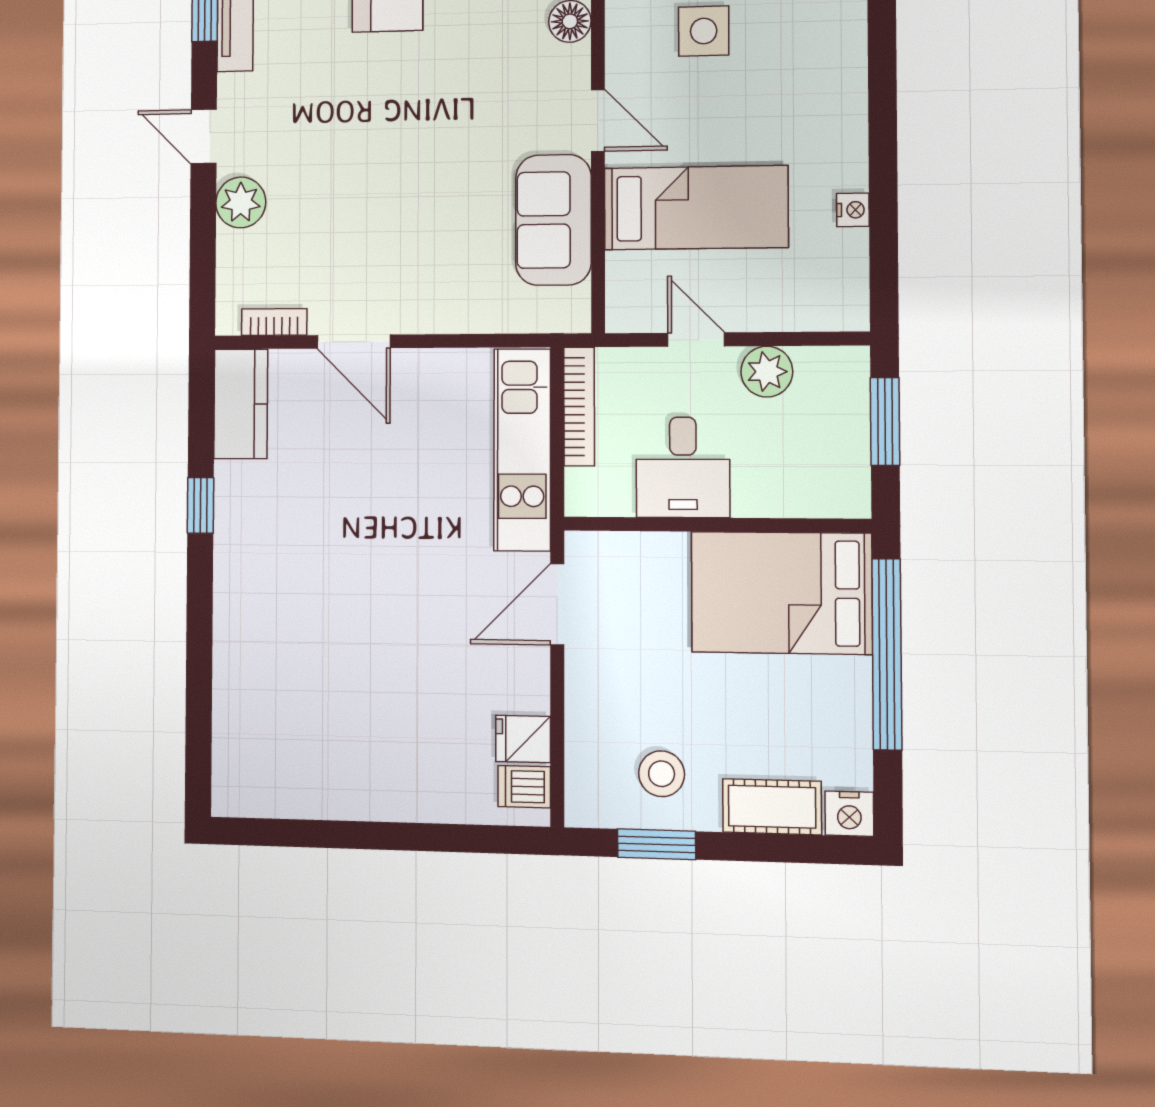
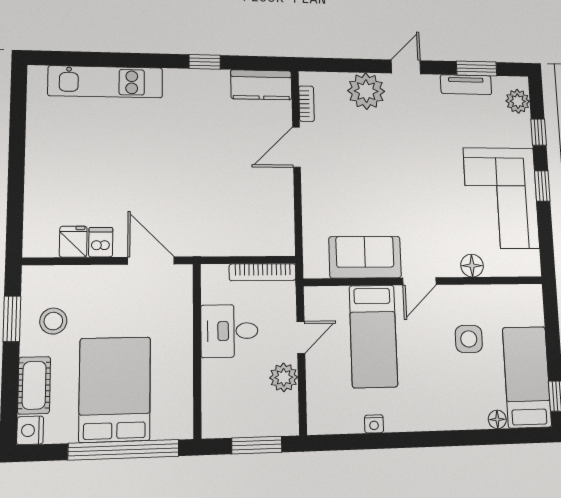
plant: (241, 202) -> (366, 91), width x1.36, depth x1.36
kitchen unit: (522, 450) -> (106, 82), moved, turned 180
bed: (781, 593) -> (115, 389), moved
dishwasher: (524, 787) -> (101, 242), moved

